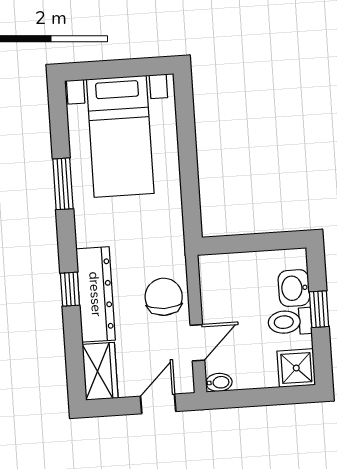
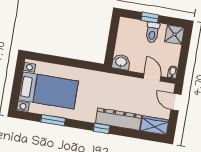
window: (63, 184) -> (53, 120), moved
washbasin: (294, 288) -> (121, 62), moved, turned 180
window: (70, 289) -> (101, 128), moved
chair: (164, 297) -> (127, 88), removed

